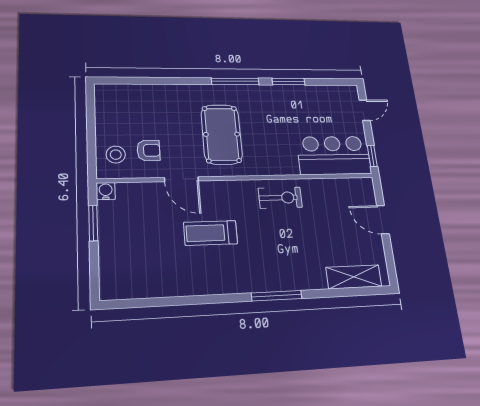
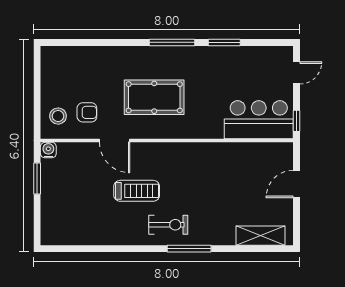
pool table: (222, 134) -> (154, 97), turned 90
exercise bike: (280, 198) -> (168, 225), moved
door: (383, 220) -> (296, 184), hinge flipped
treadmill: (211, 233) -> (137, 191), turned 180

